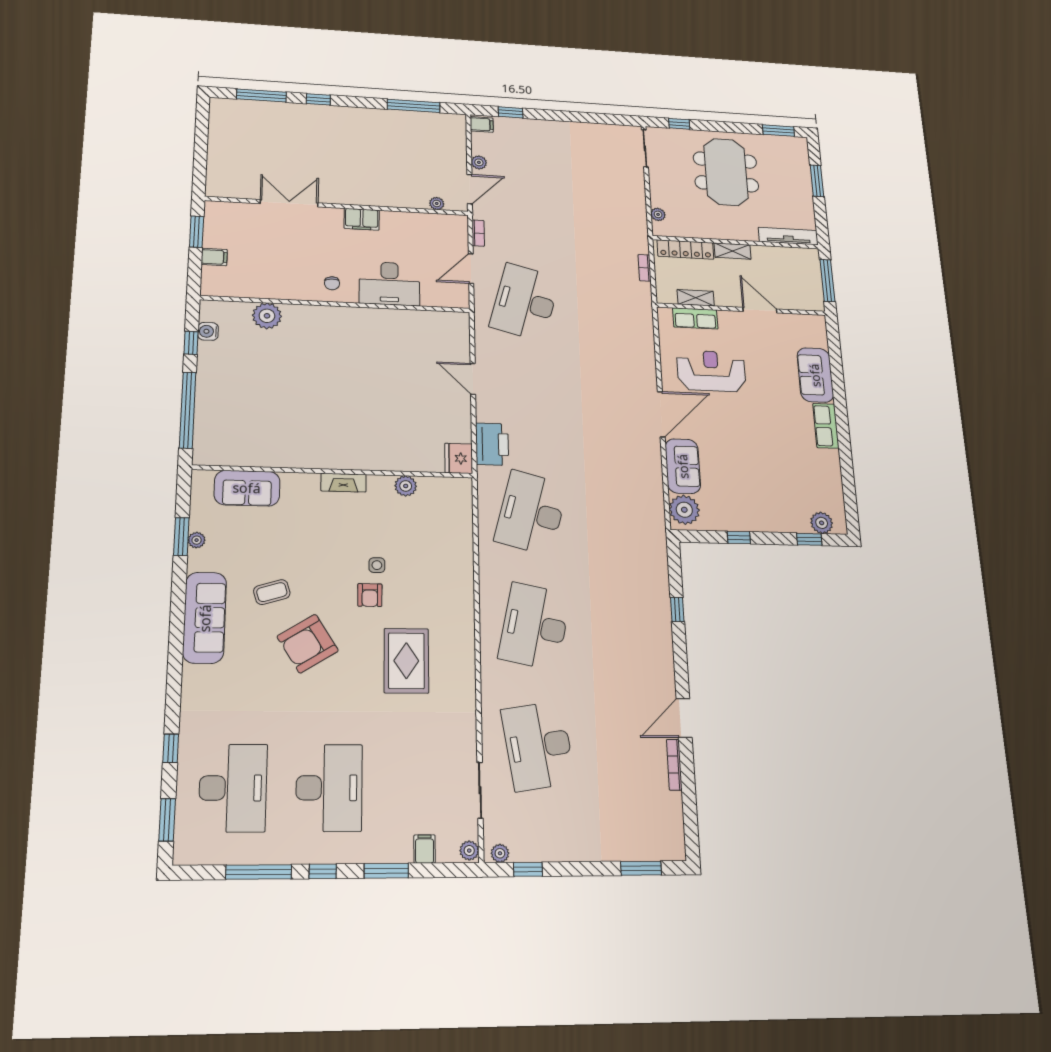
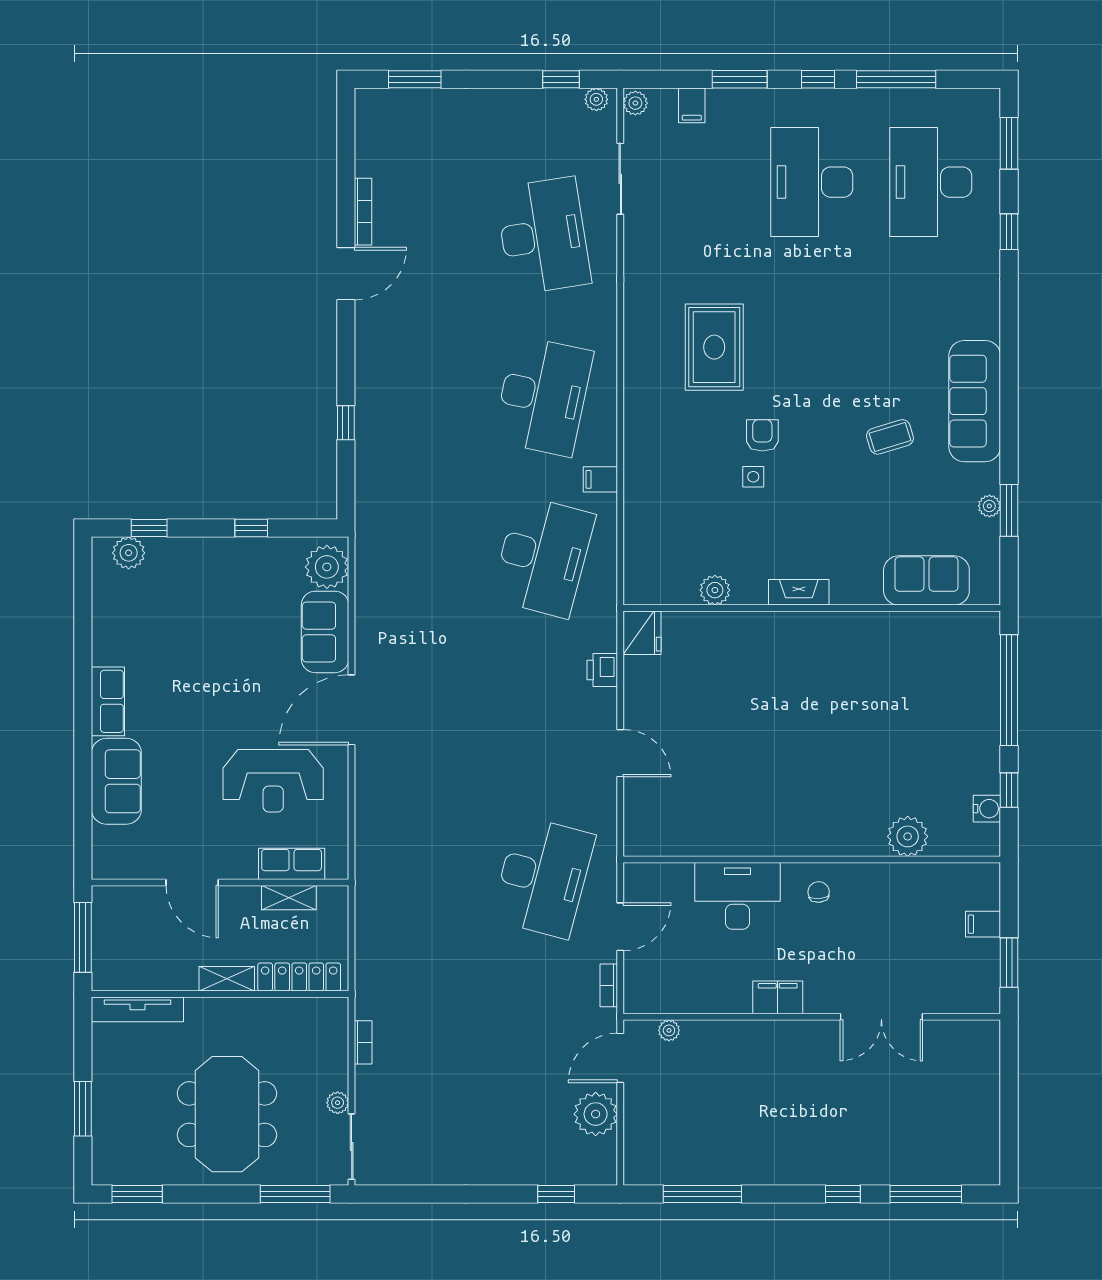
filing cabinet: (482, 124) -> (600, 479), moved
window: (679, 124) -> (295, 1194), width x2.17
plant: (479, 162) -> (596, 1114), width x1.88, depth x1.88
plant: (658, 214) -> (338, 1103), moved
bookcase: (645, 268) -> (363, 1042), moved
printer: (492, 444) -> (602, 670), width x0.53, depth x0.68
armchair: (308, 644) -> (842, 368), removed

